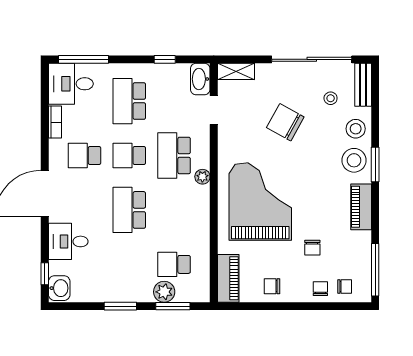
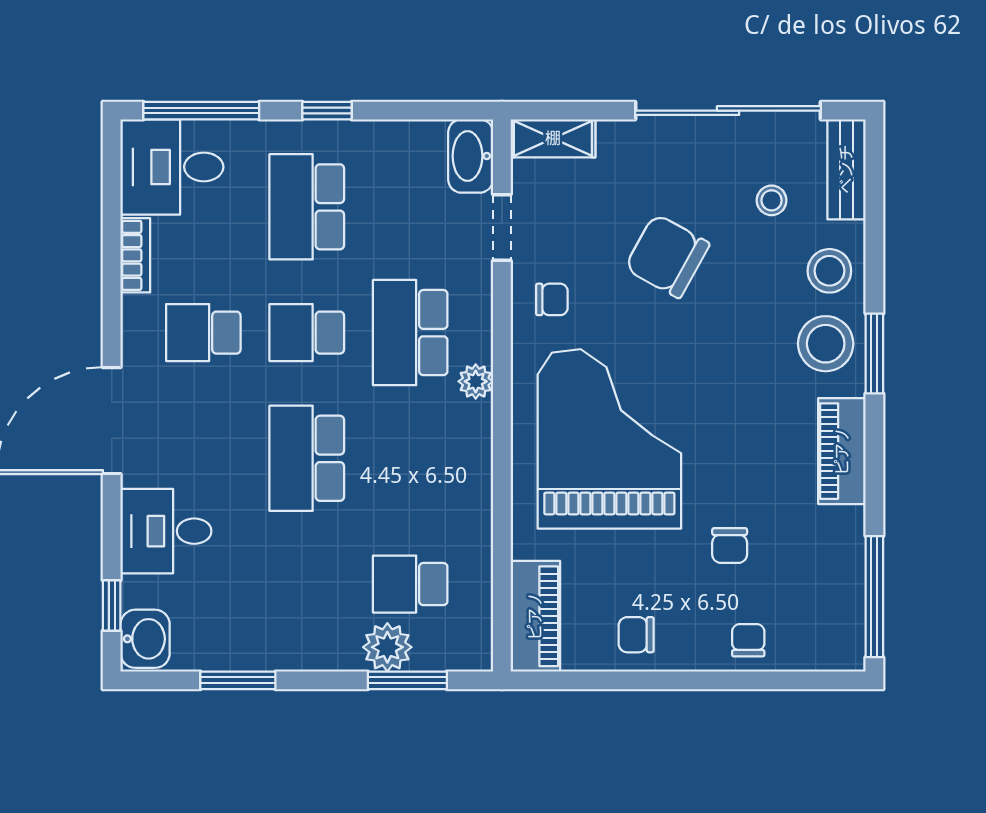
window: (165, 59) -> (327, 111), moved
chair: (345, 286) -> (552, 299), moved
window: (120, 306) -> (238, 680), moved

